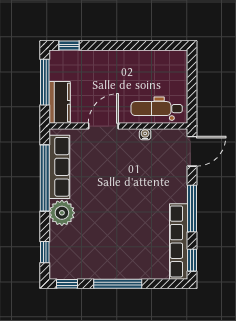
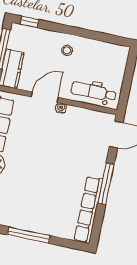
stool: (117, 69) -> (67, 50), added
water cooler: (145, 134) -> (61, 108), moved
window: (192, 260) -> (97, 228), removed

